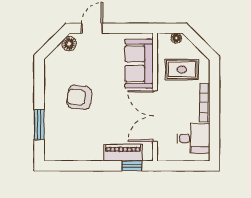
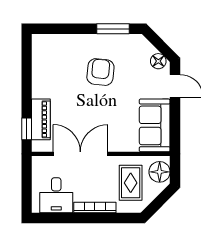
floor lamp: (176, 38) -> (160, 172), width x1.89, depth x1.89
sofa: (139, 64) -> (155, 125), moved, turned -90
window: (39, 125) -> (113, 29), moved

